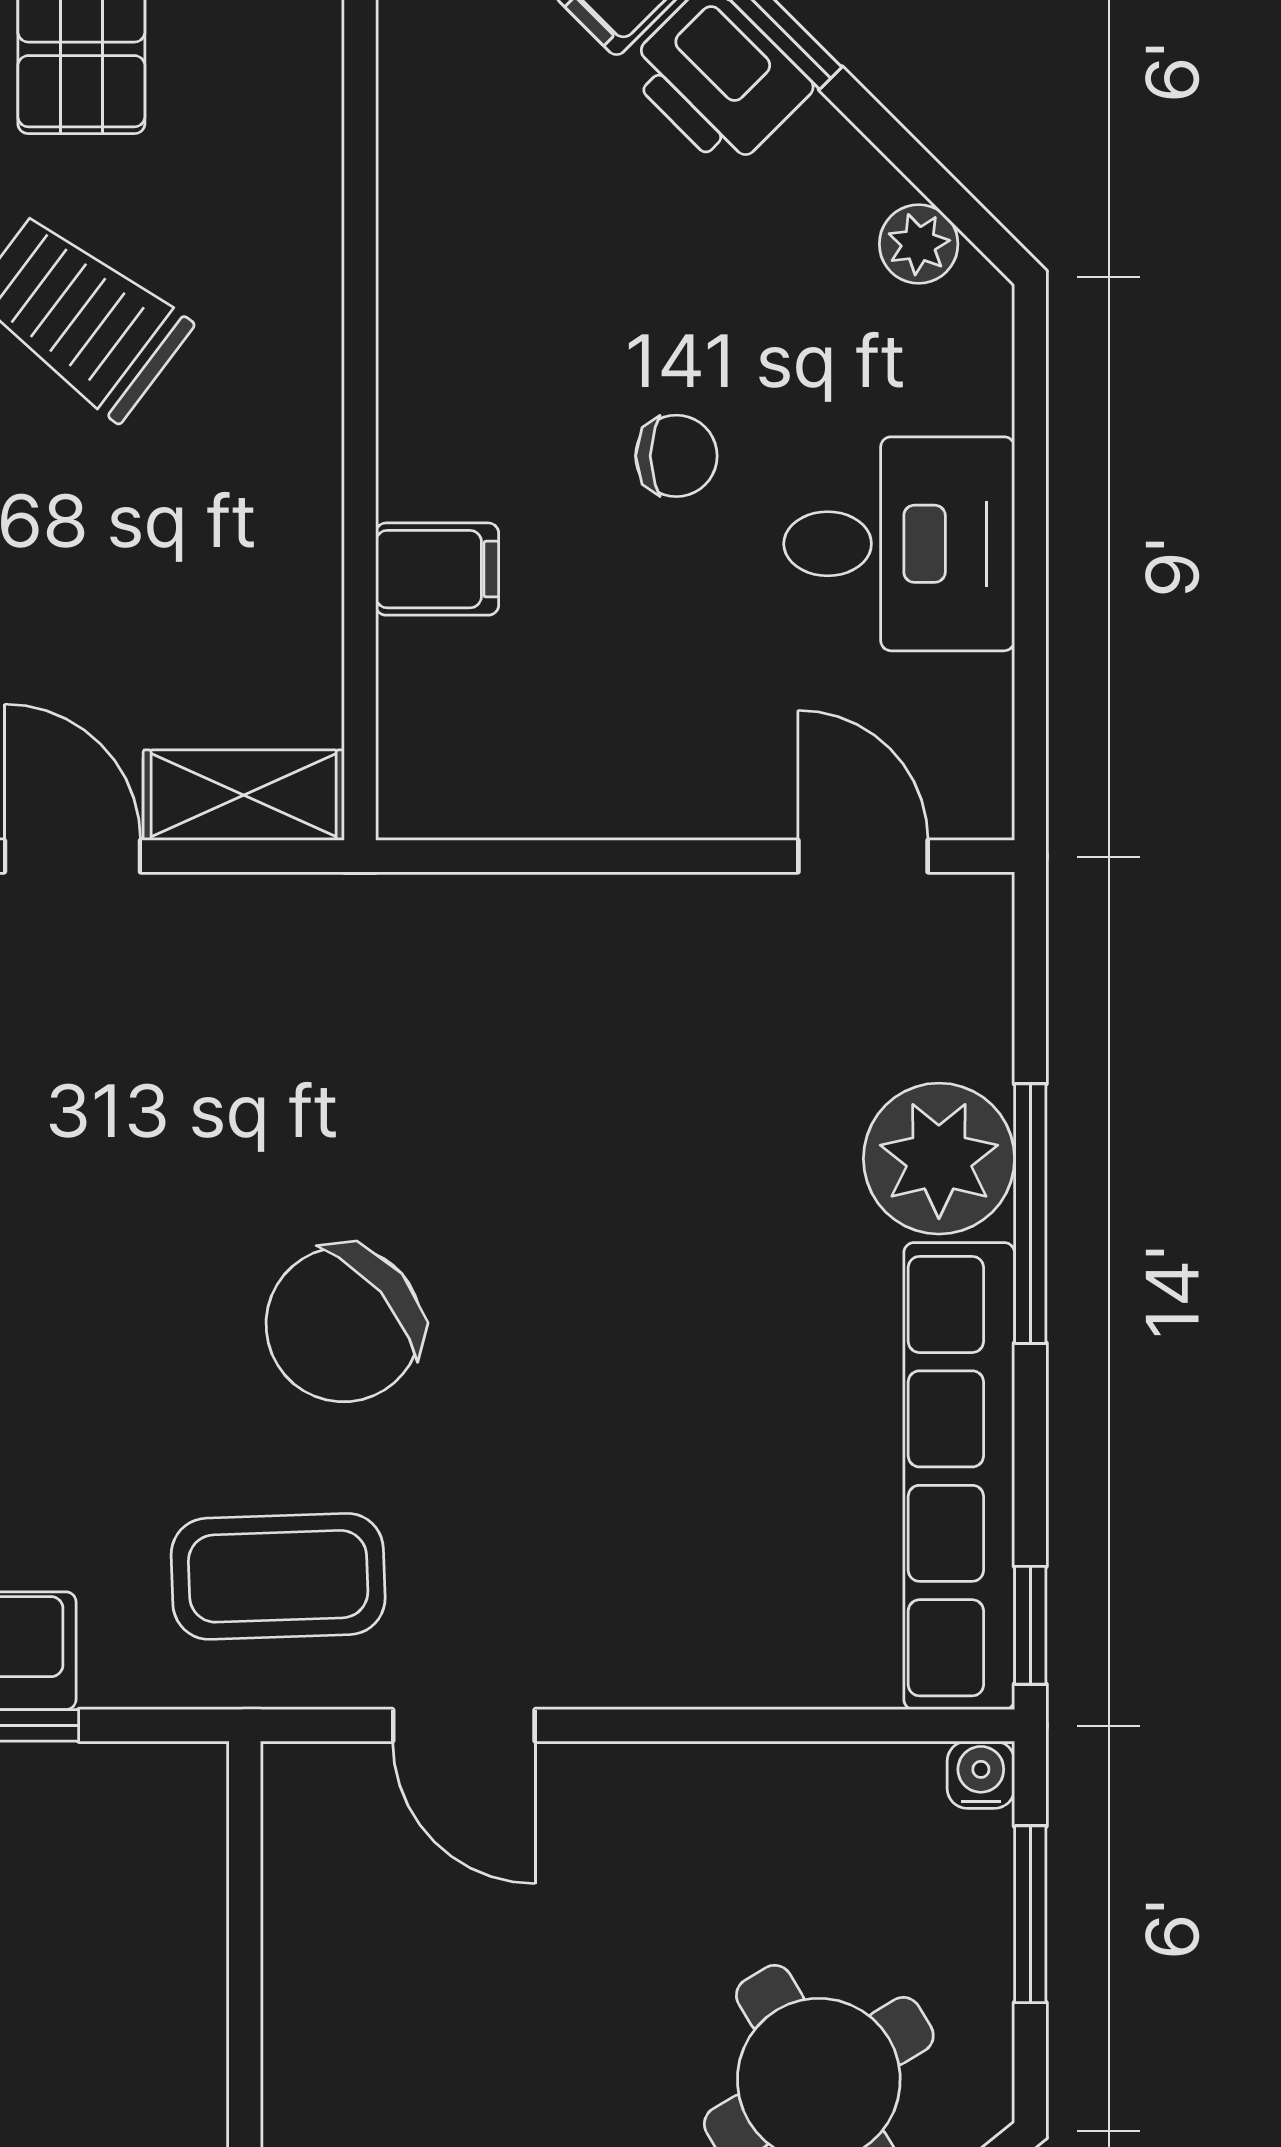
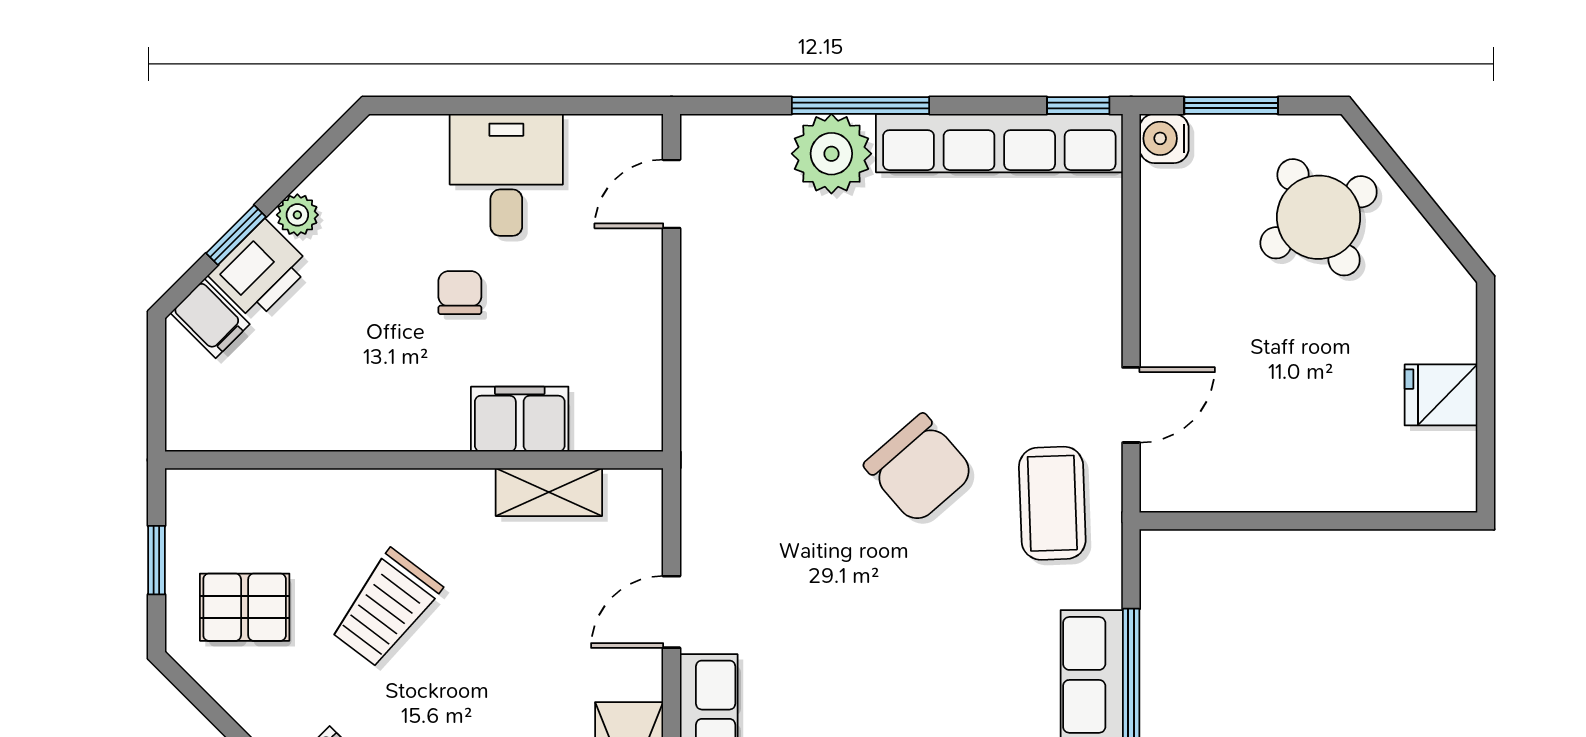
plant: (919, 244) -> (297, 215), moved
filing cabinet: (437, 569) -> (520, 419), width x2.00
shelving: (244, 795) -> (549, 492), moved, turned 90
water cooler: (981, 1775) -> (1164, 138), width x1.38, depth x1.38

